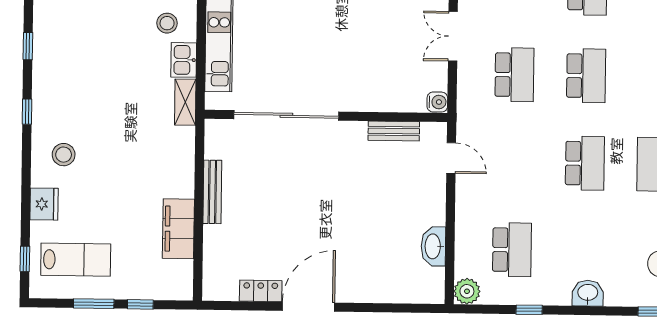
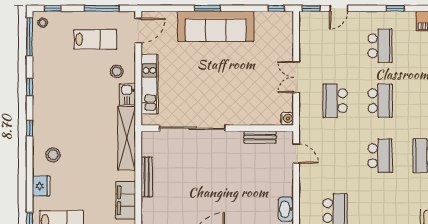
school desk: (514, 75) -> (335, 101), turned 180
shelving: (185, 102) -> (127, 138), width x2.20, depth x1.33

